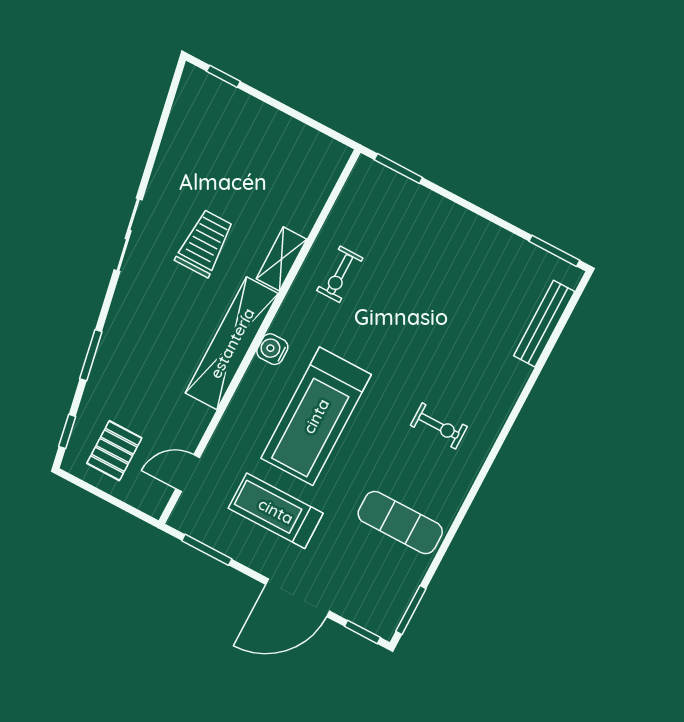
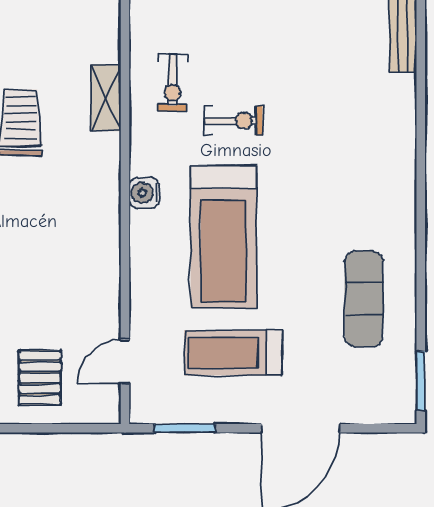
shelving: (232, 343) -> (101, 208), removed
exercise bike: (439, 426) -> (234, 121), moved
exercise mat: (400, 523) -> (364, 299), turned 90
window: (362, 632) -> (384, 428), removed

